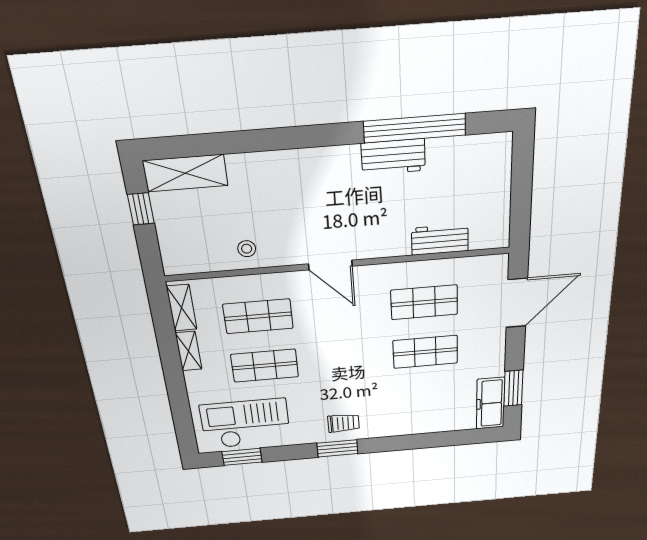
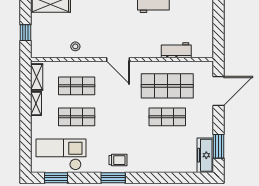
window: (141, 209) -> (25, 33), moved
shop shelf: (424, 302) -> (167, 86), width x1.43, depth x1.36

